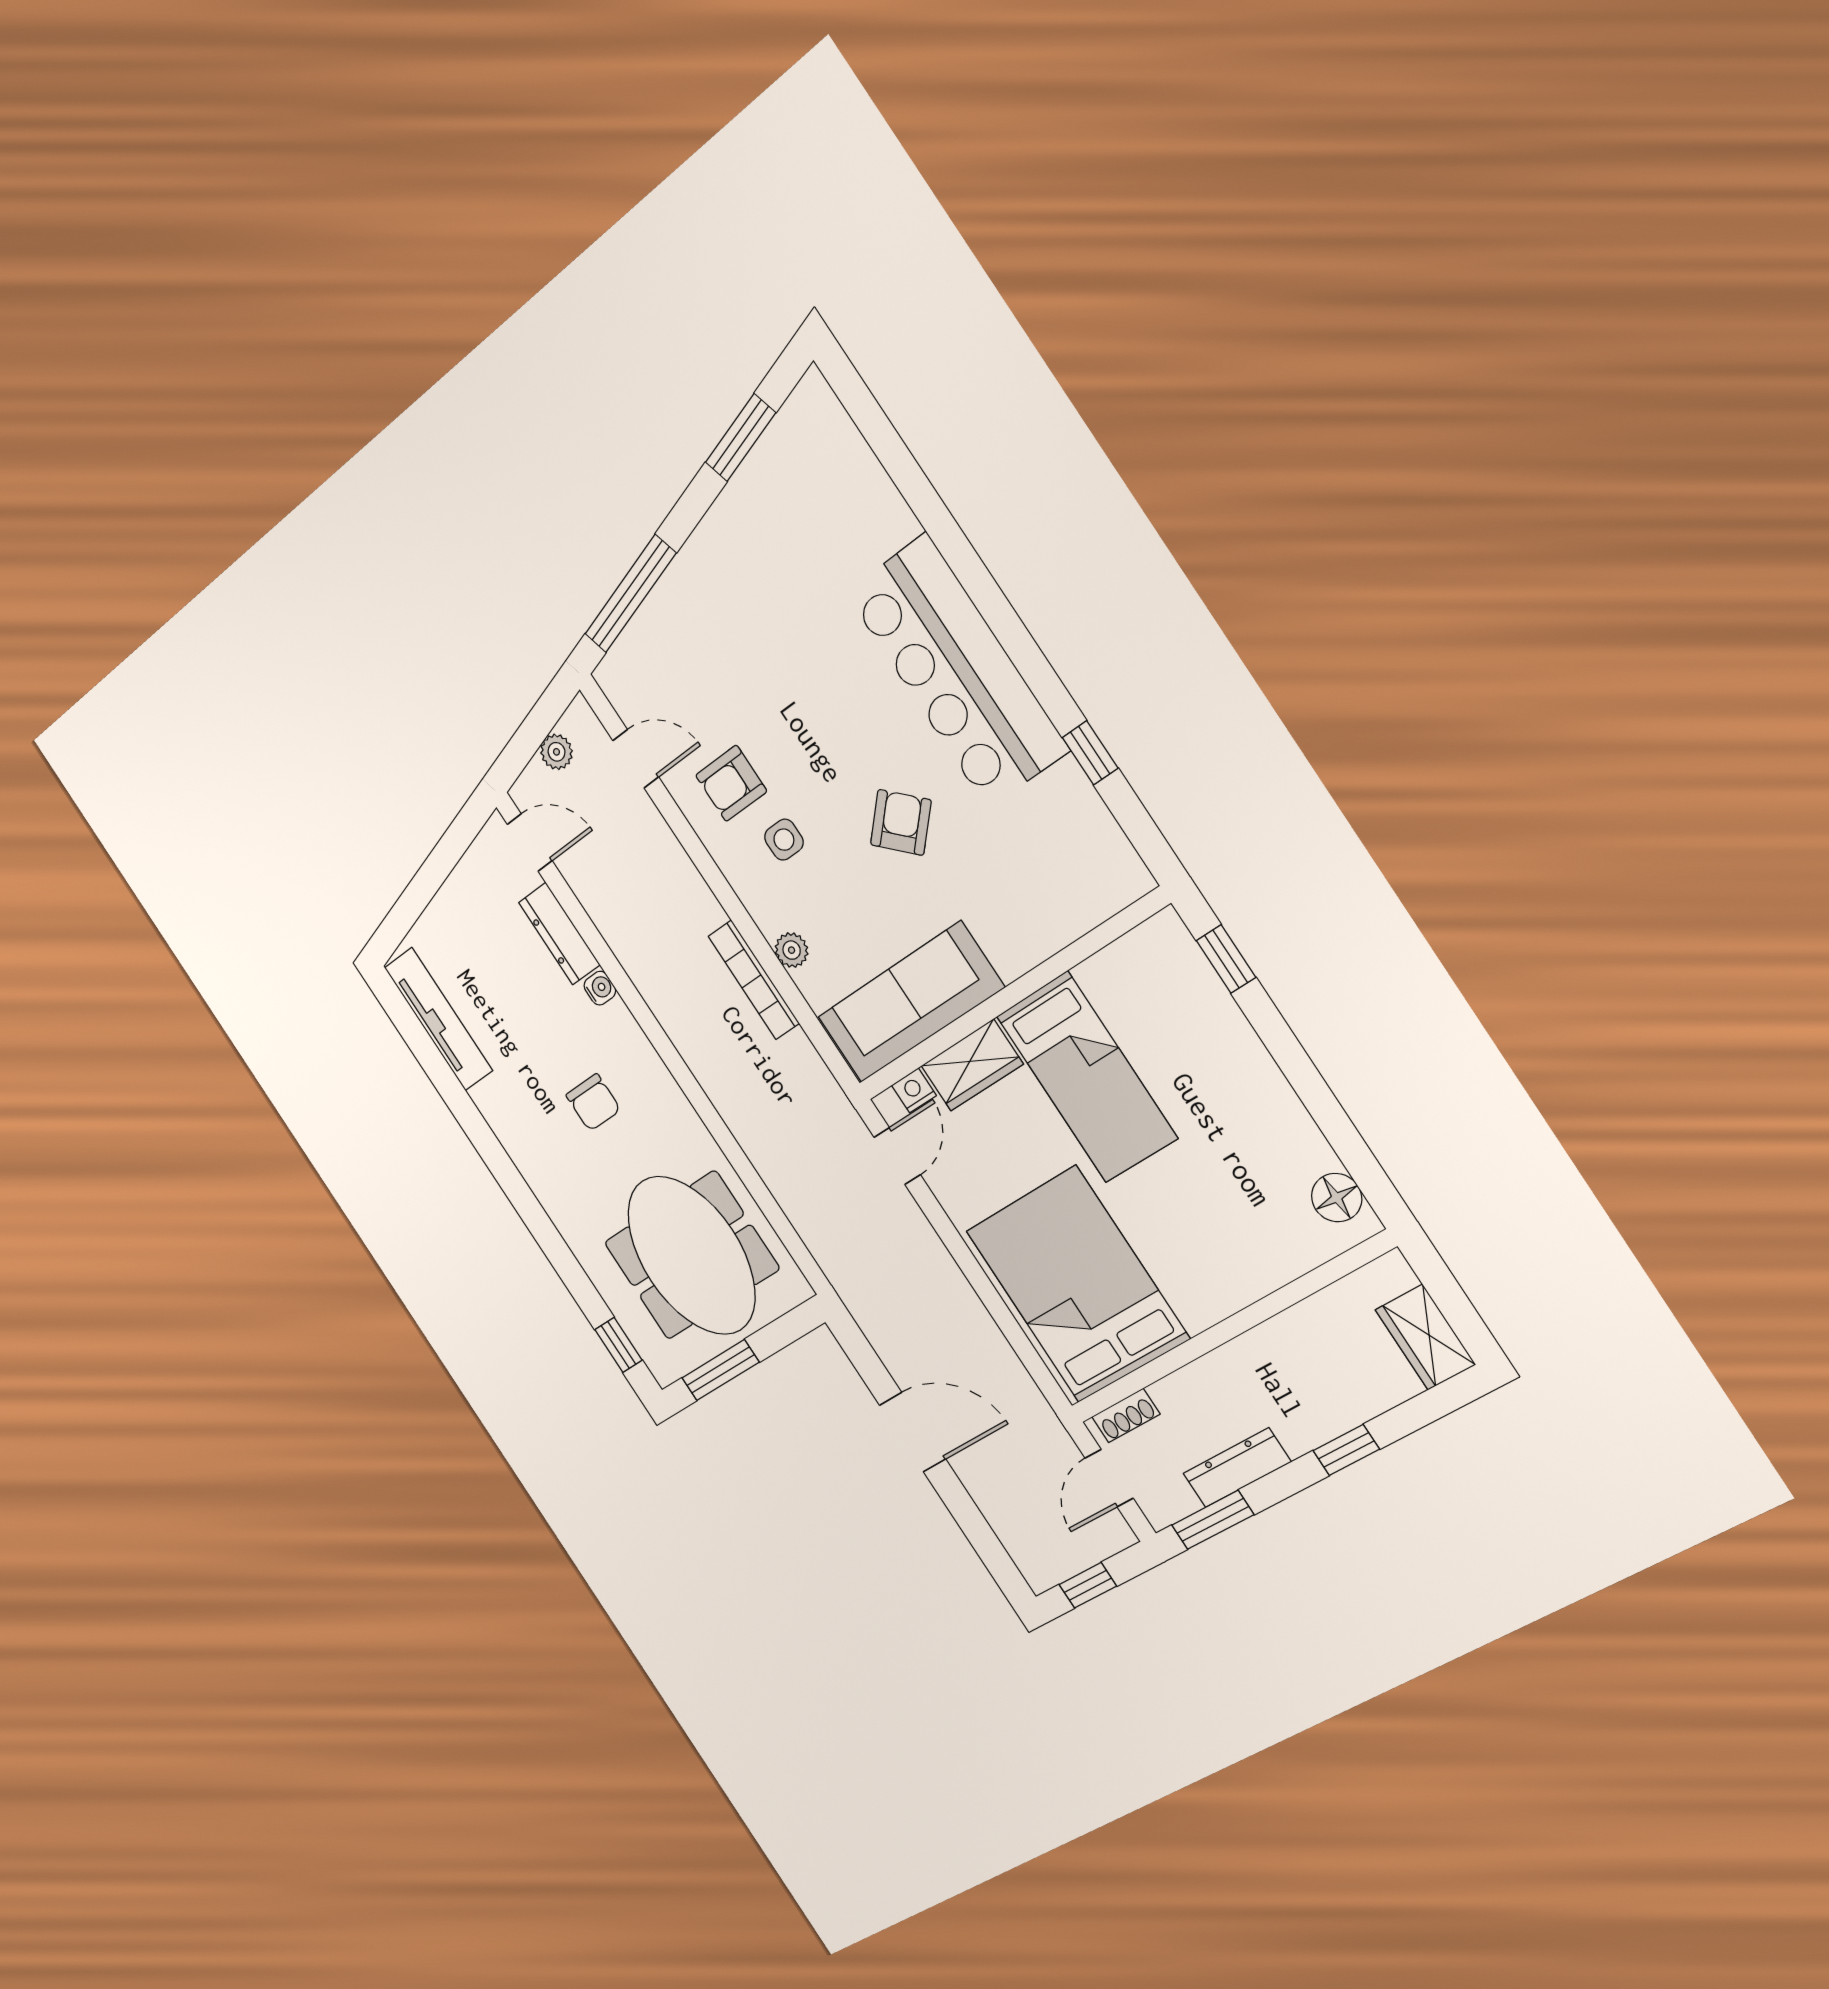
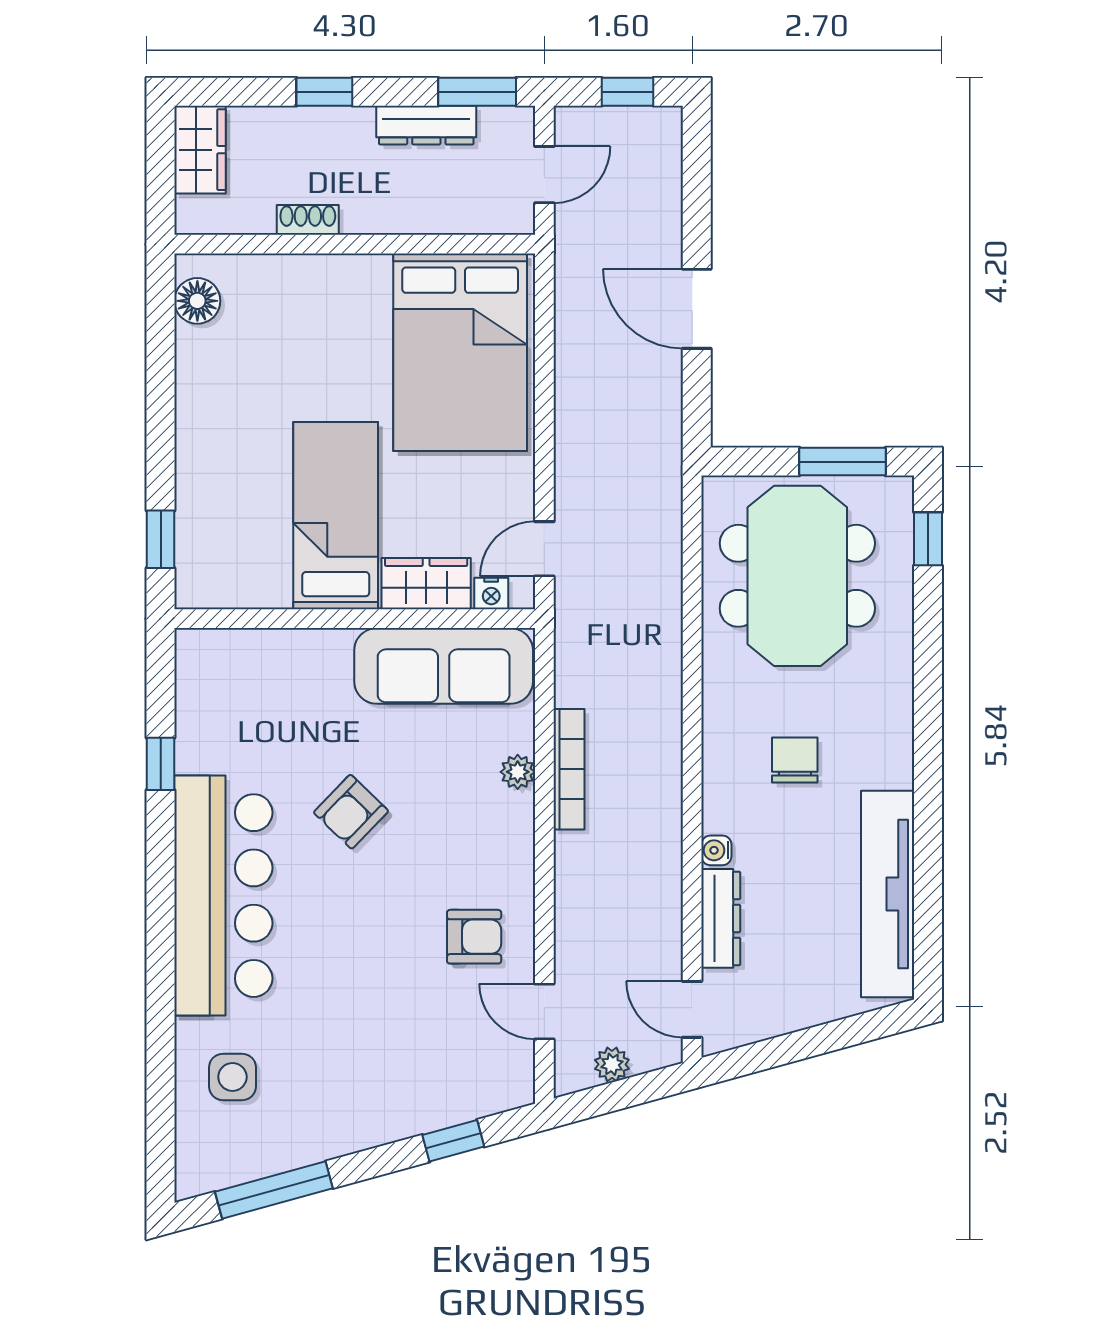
window: (741, 438) -> (274, 1190), width x1.44
window: (630, 594) -> (453, 1141), width x0.46
side table: (784, 840) -> (232, 1077), moved, width x1.37, depth x1.37
tv unit: (439, 1019) -> (888, 894), width x1.36, depth x1.29
shoe rack: (1126, 1415) -> (308, 220), moved

